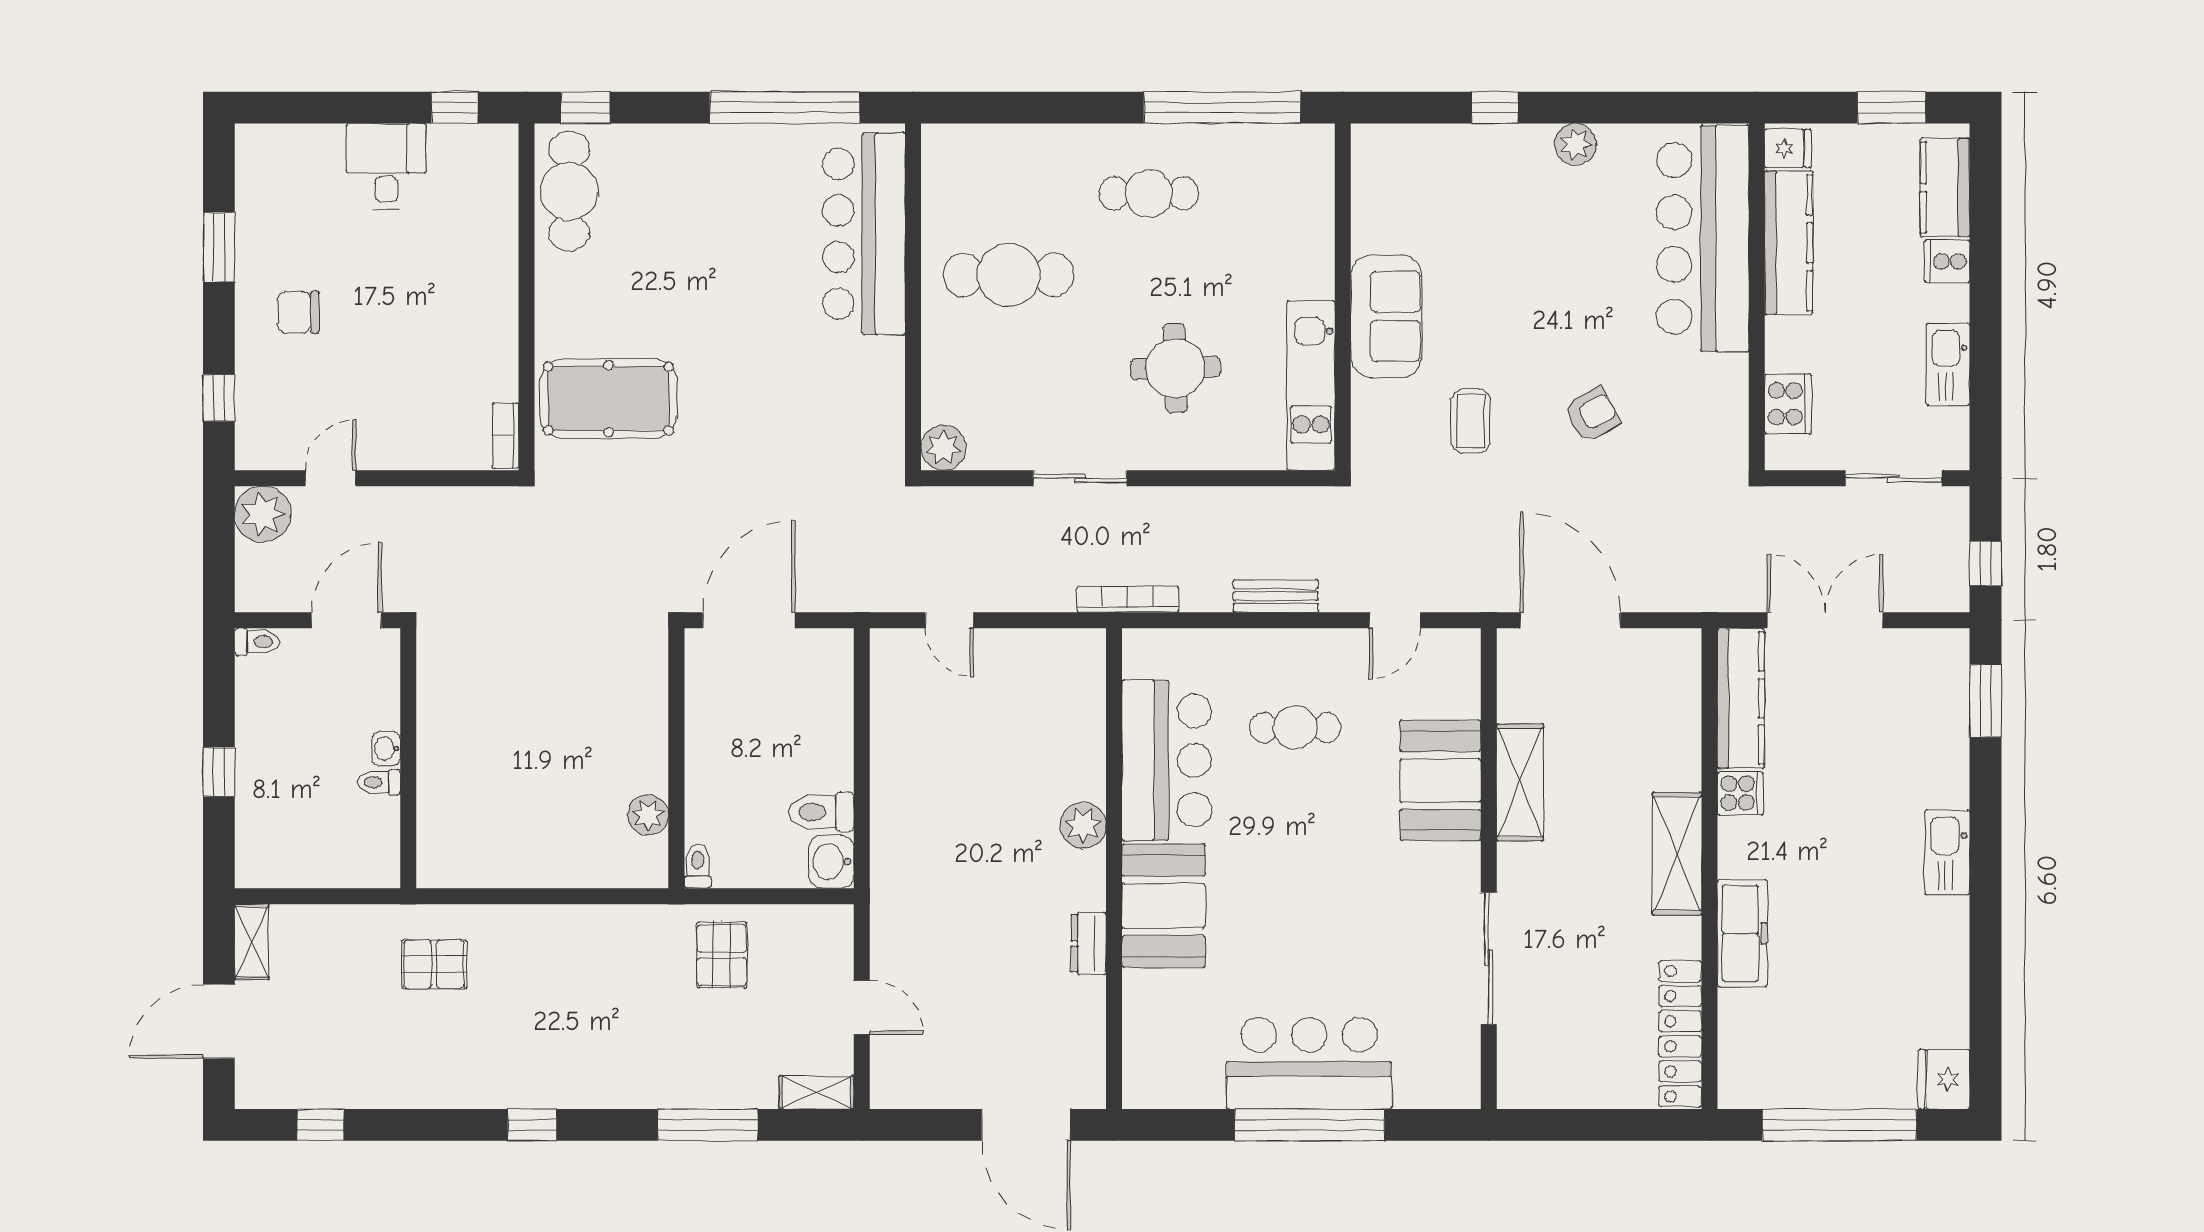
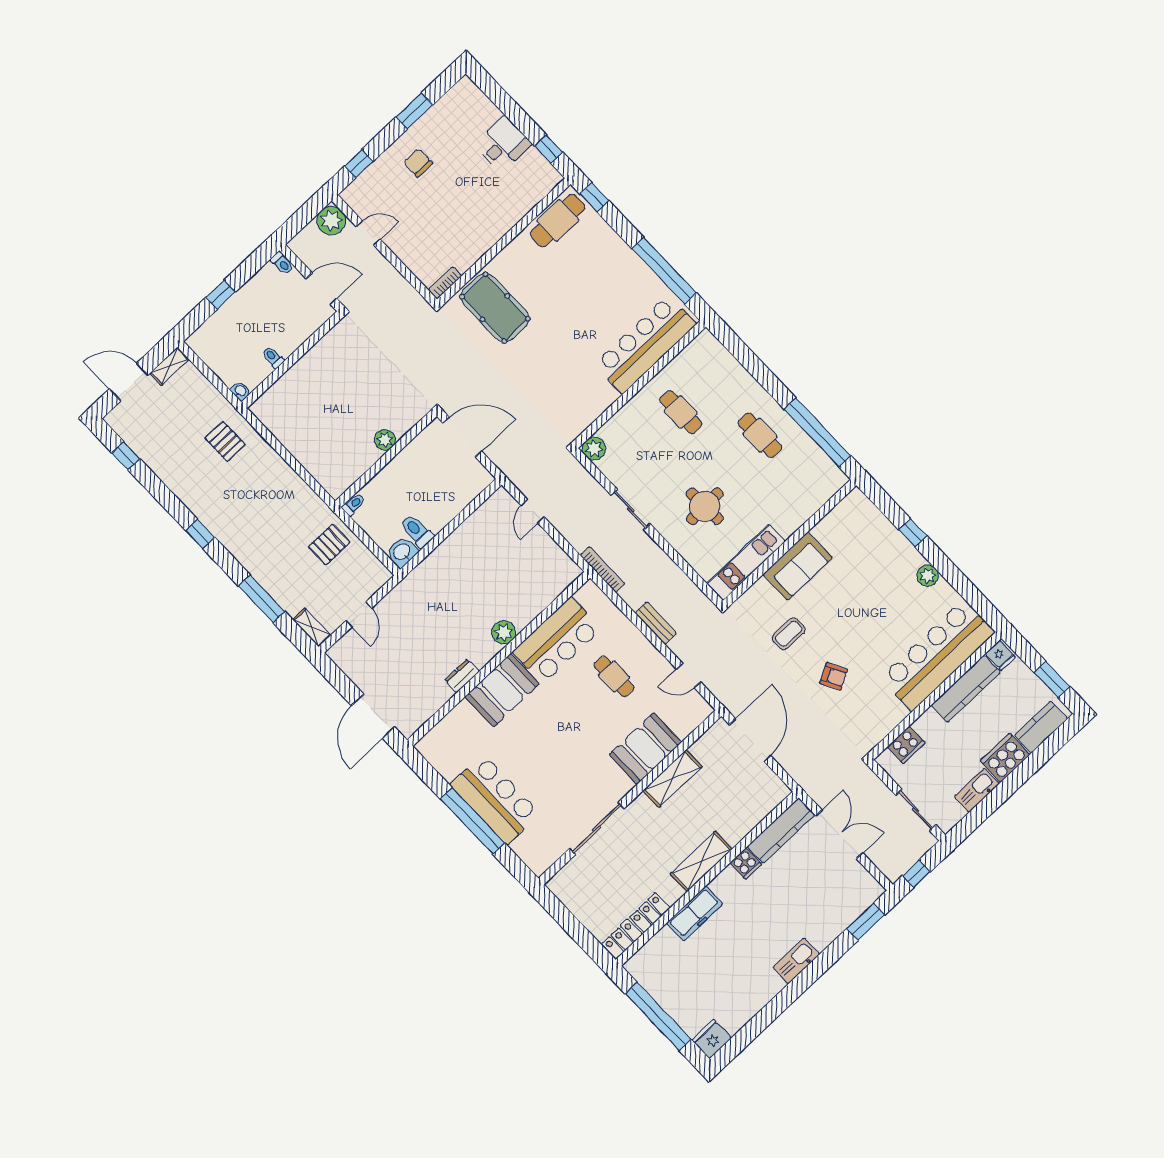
cooker: (1947, 261) -> (1005, 758), width x1.87, depth x1.31
cafe table: (1009, 275) -> (681, 412), width x0.73, depth x0.74
washbasin: (386, 748) -> (240, 391), moved, turned 90
plant: (648, 815) -> (385, 440), moved

